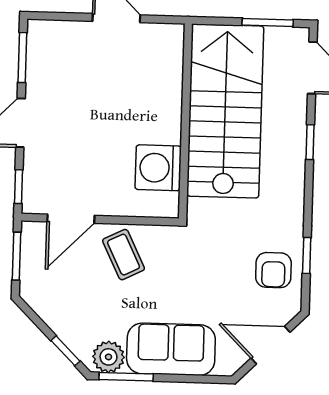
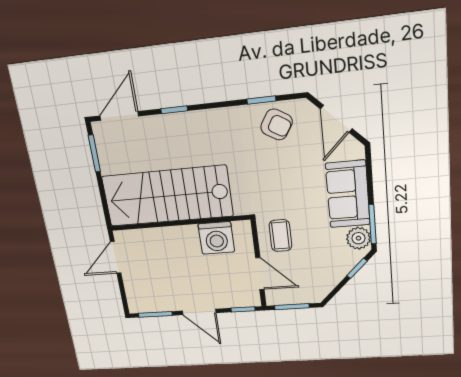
stairs: (225, 111) -> (167, 196), moved
wall: (185, 121) -> (180, 223), moved
washing machine: (158, 168) -> (216, 238), moved
coffee table: (124, 255) -> (280, 236), turned -64
armchair: (273, 270) -> (277, 124), turned 31

